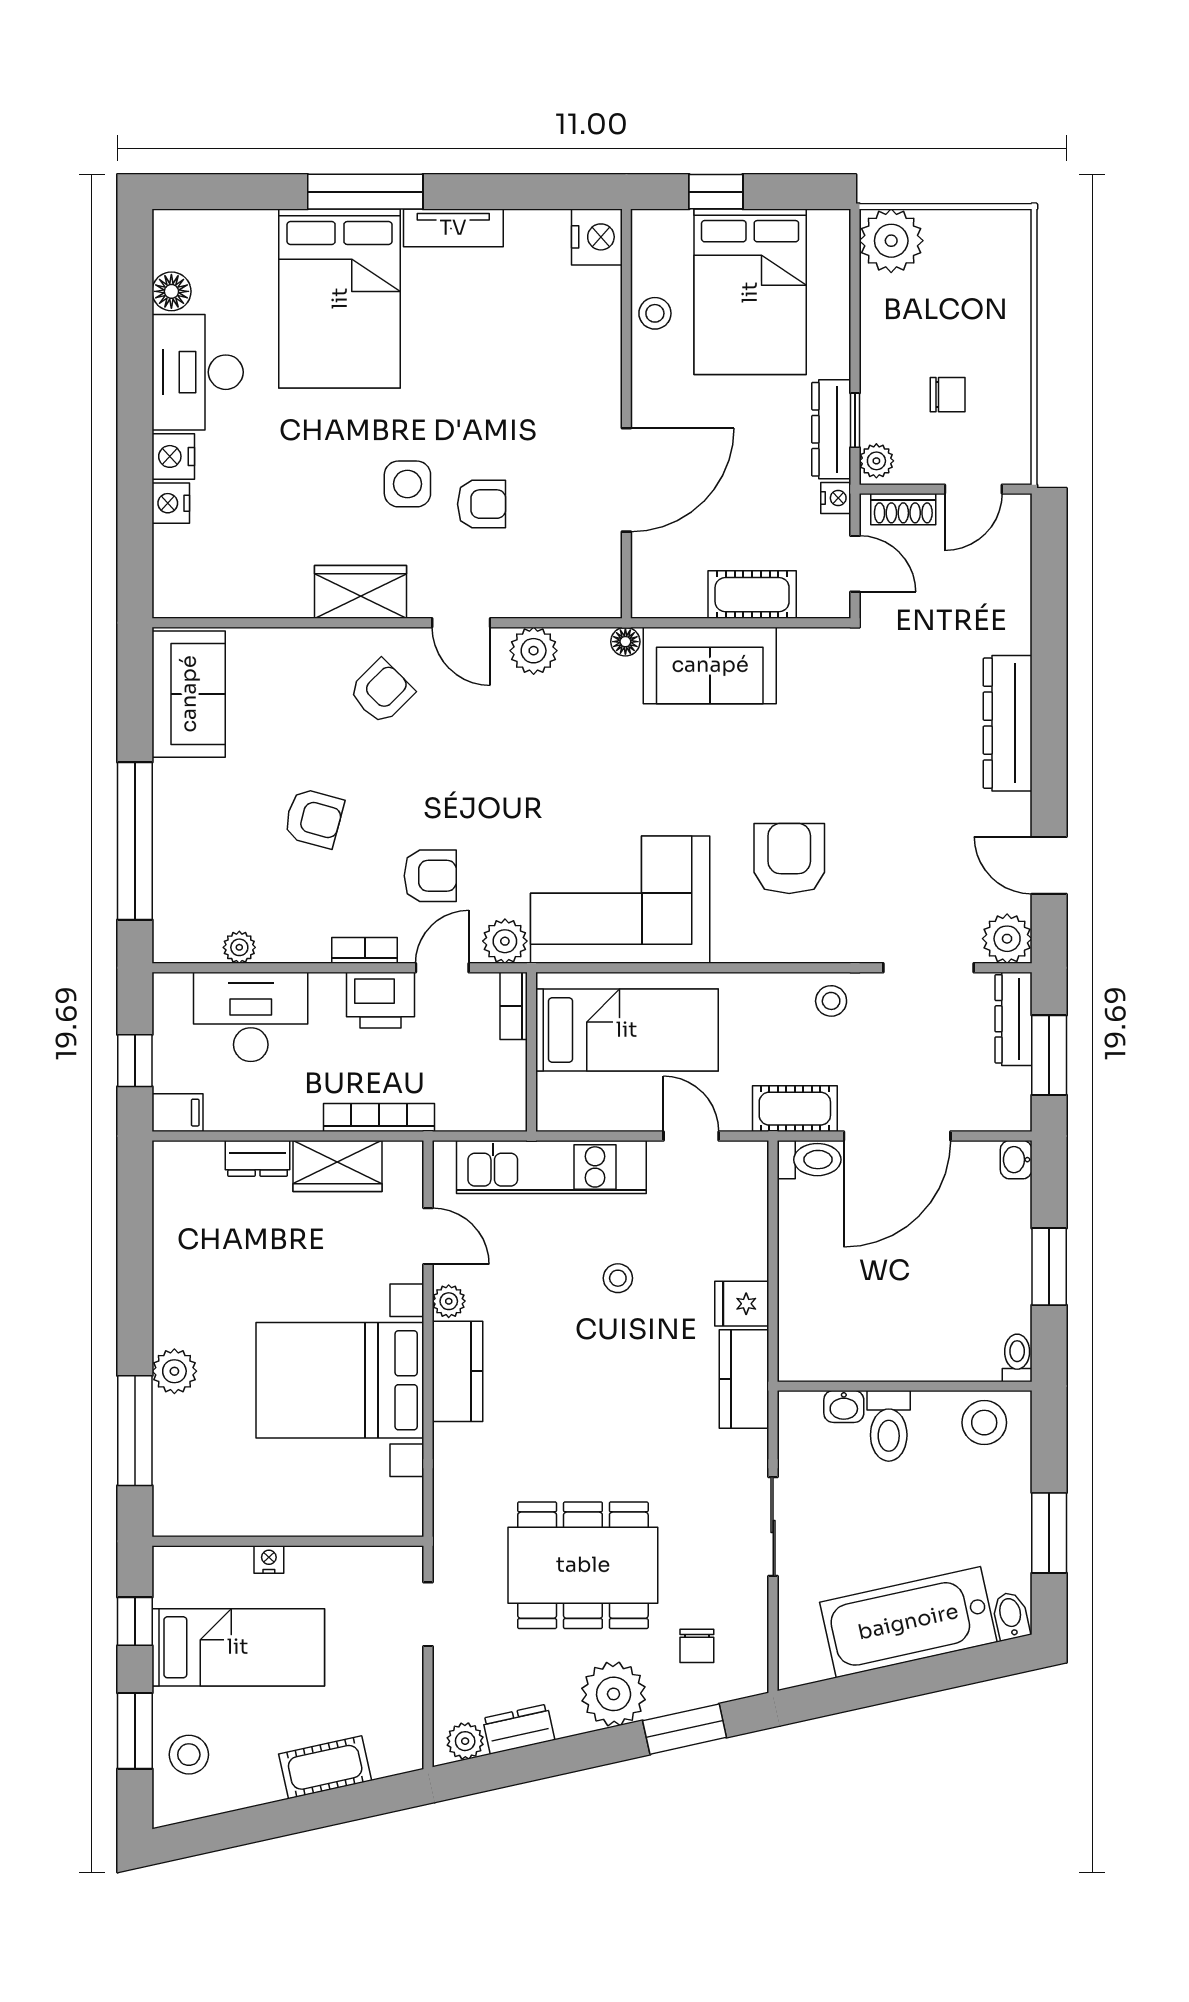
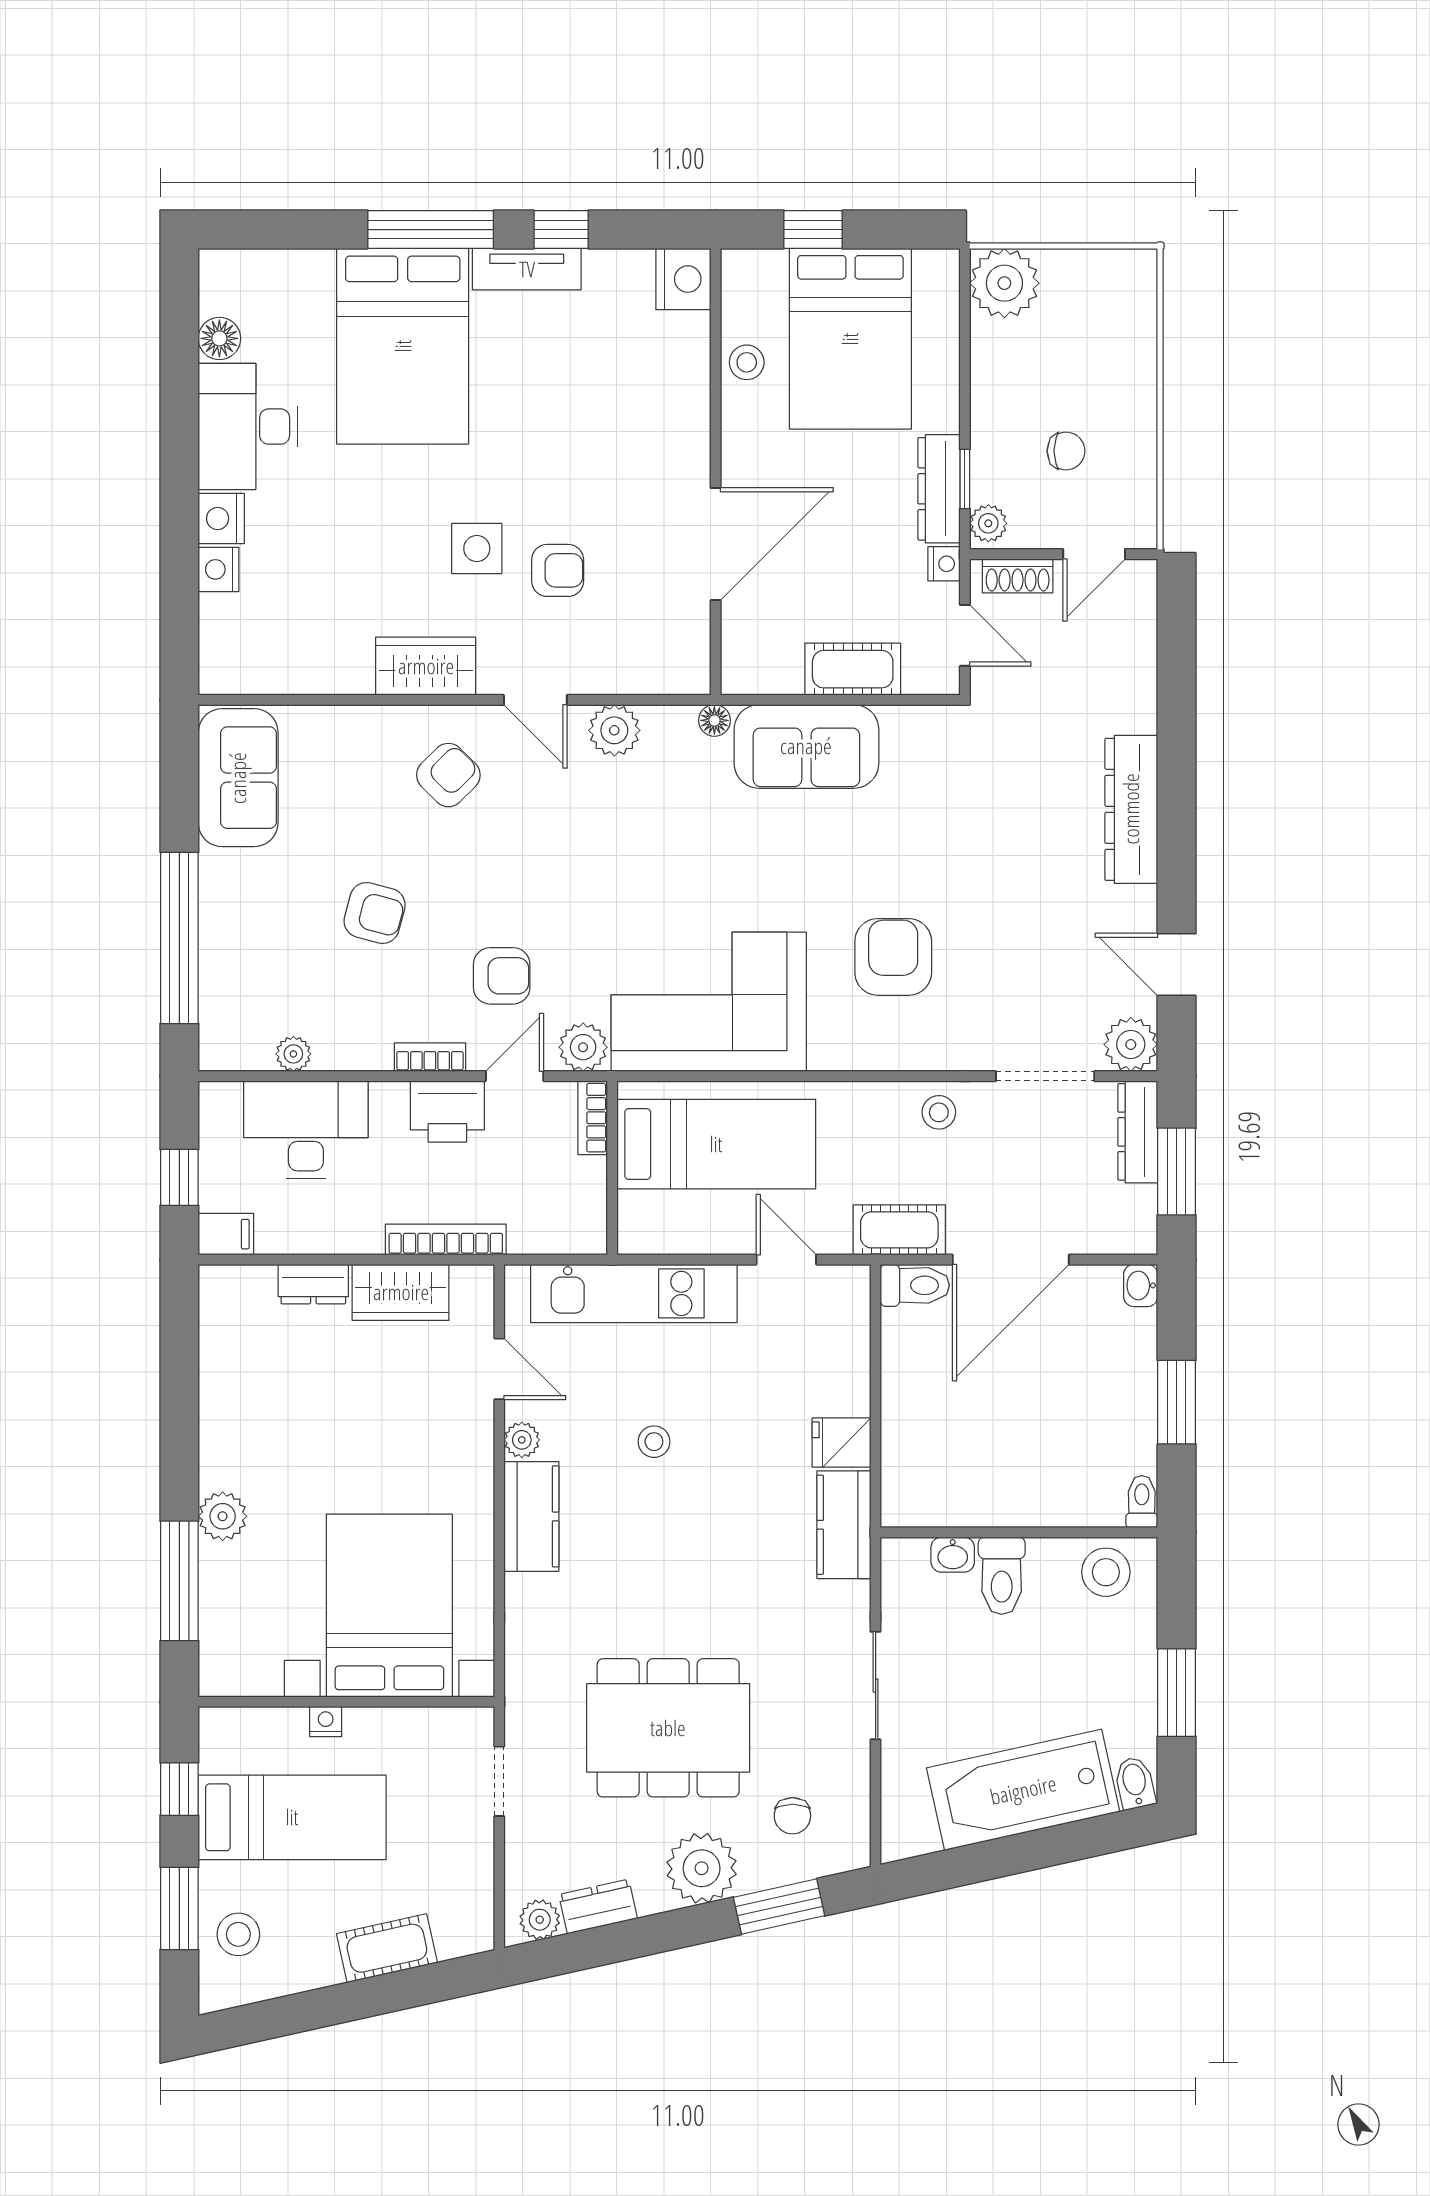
window: (485, 192) -> (561, 230), added
stool: (618, 1278) -> (654, 1442), moved
bed with nightstands: (340, 1380) -> (389, 1606), moved, turned 90

